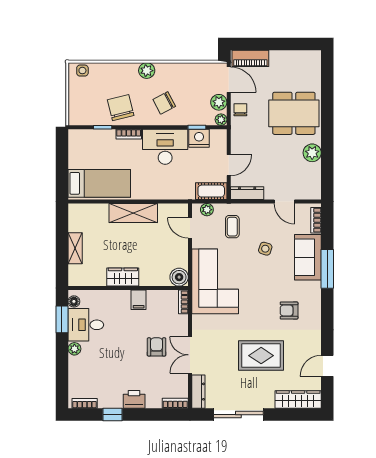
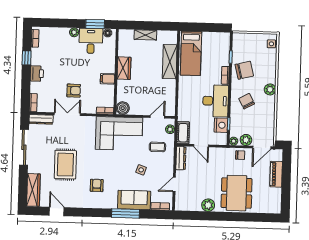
piano: (250, 58) -> (276, 174), moved
shelving: (133, 213) -> (170, 62), moved

